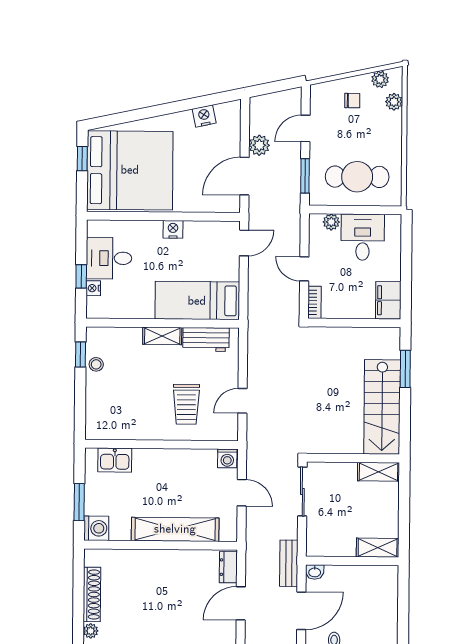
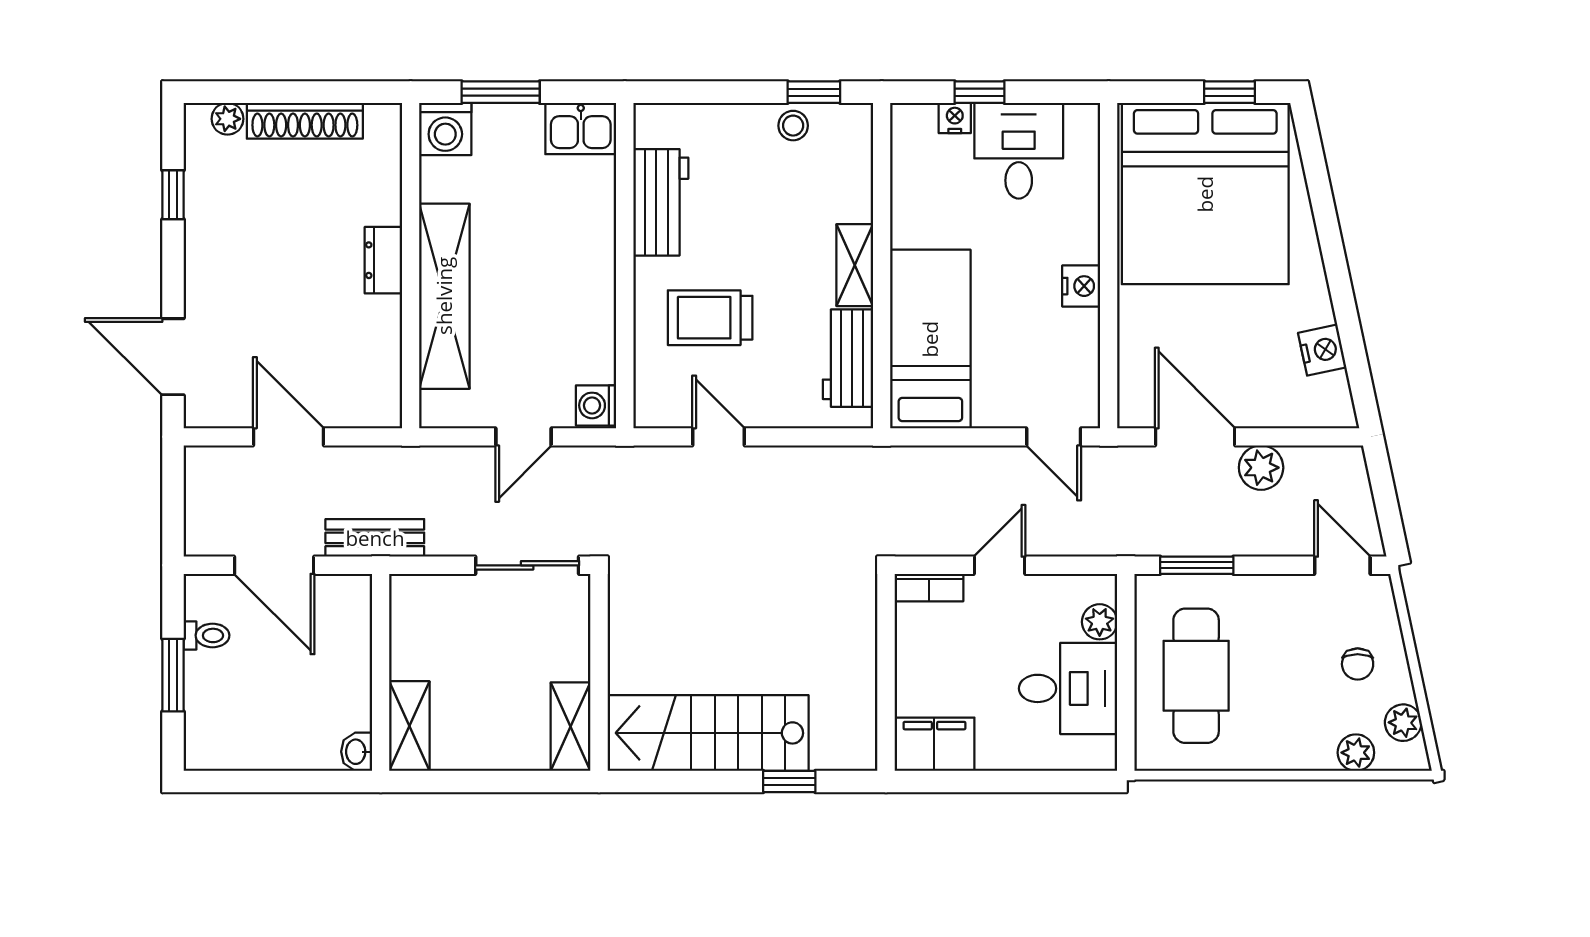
door: (305, 128) -> (1342, 565), moved
window: (405, 369) -> (789, 782), width x0.67
workbench: (132, 427) -> (661, 202), added
kitchen sink: (115, 460) -> (581, 129), moved, turned -90
dresser: (228, 567) -> (383, 260), moved, turned -90
washbasin: (315, 572) -> (357, 752), moved

